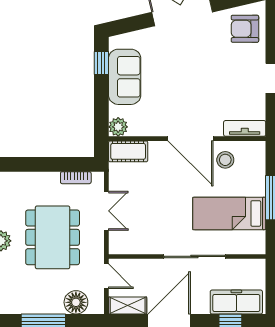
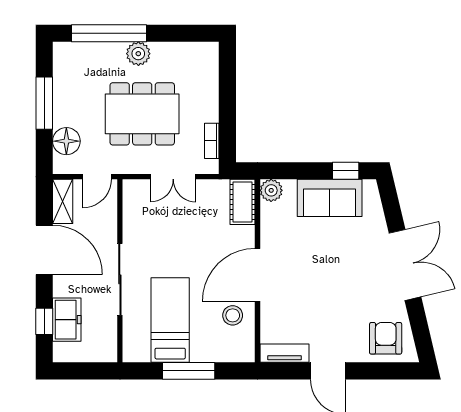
tv unit: (245, 128) -> (284, 353), moved, turned -90
freezer: (236, 302) -> (67, 320), width x0.71

